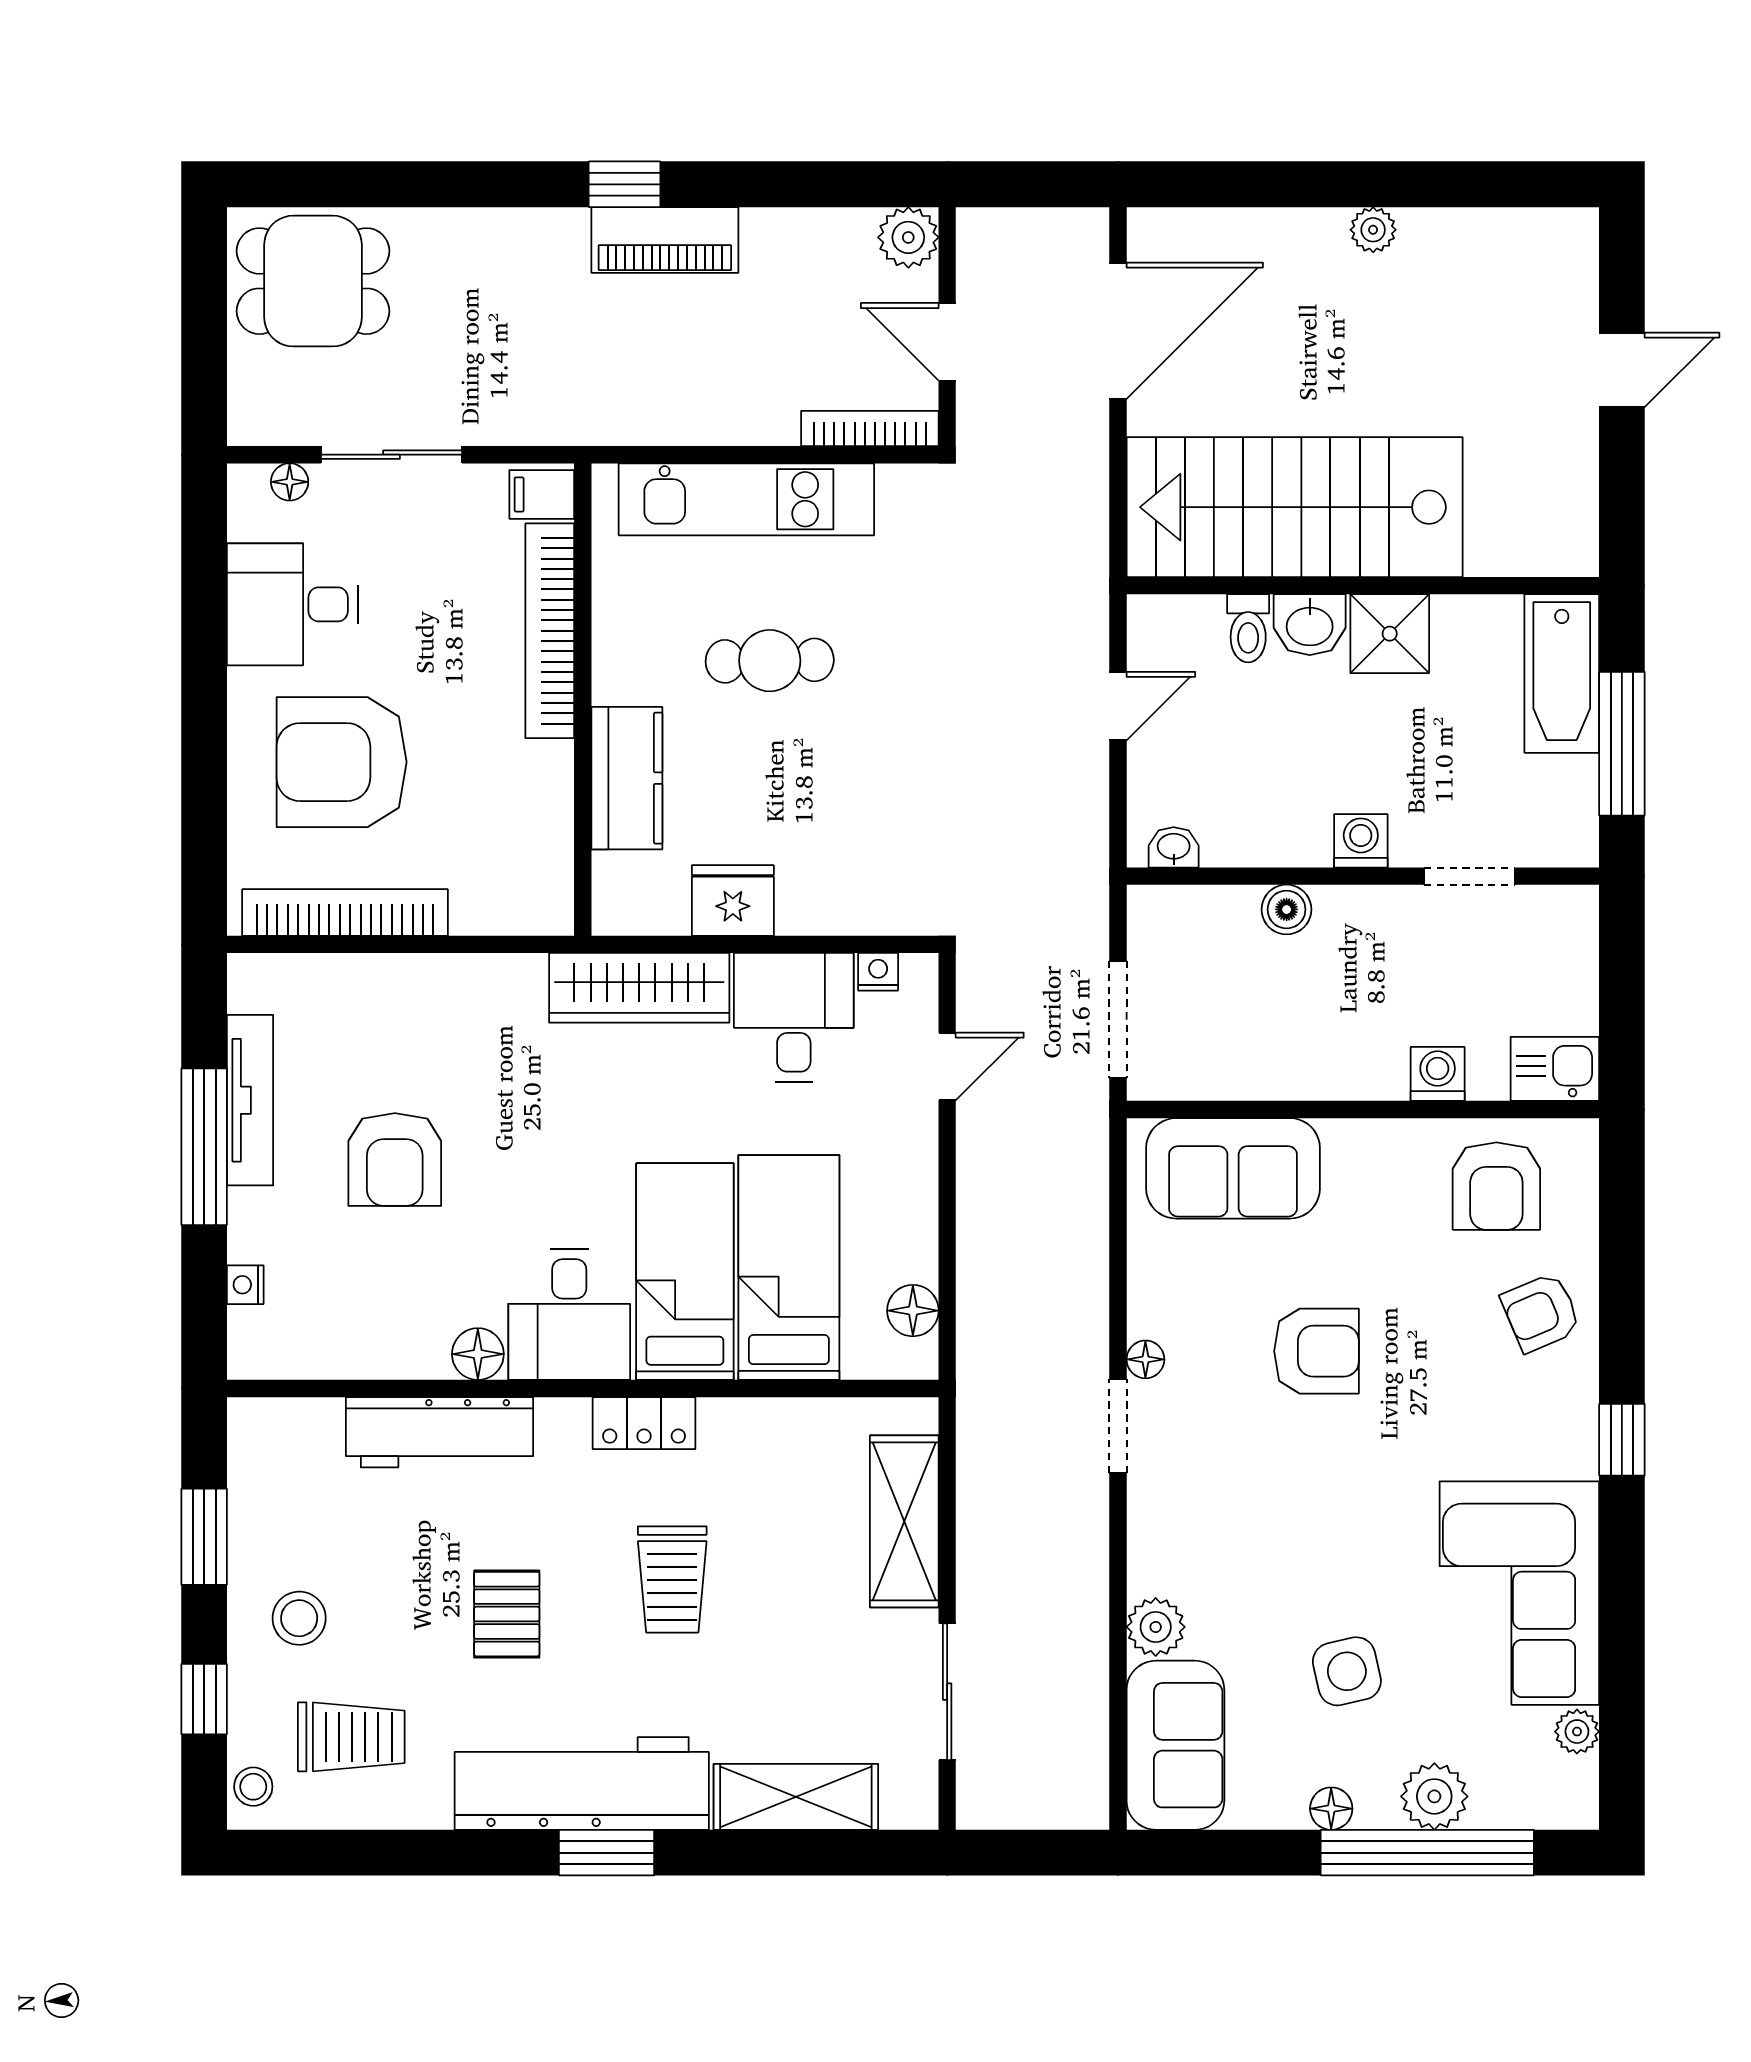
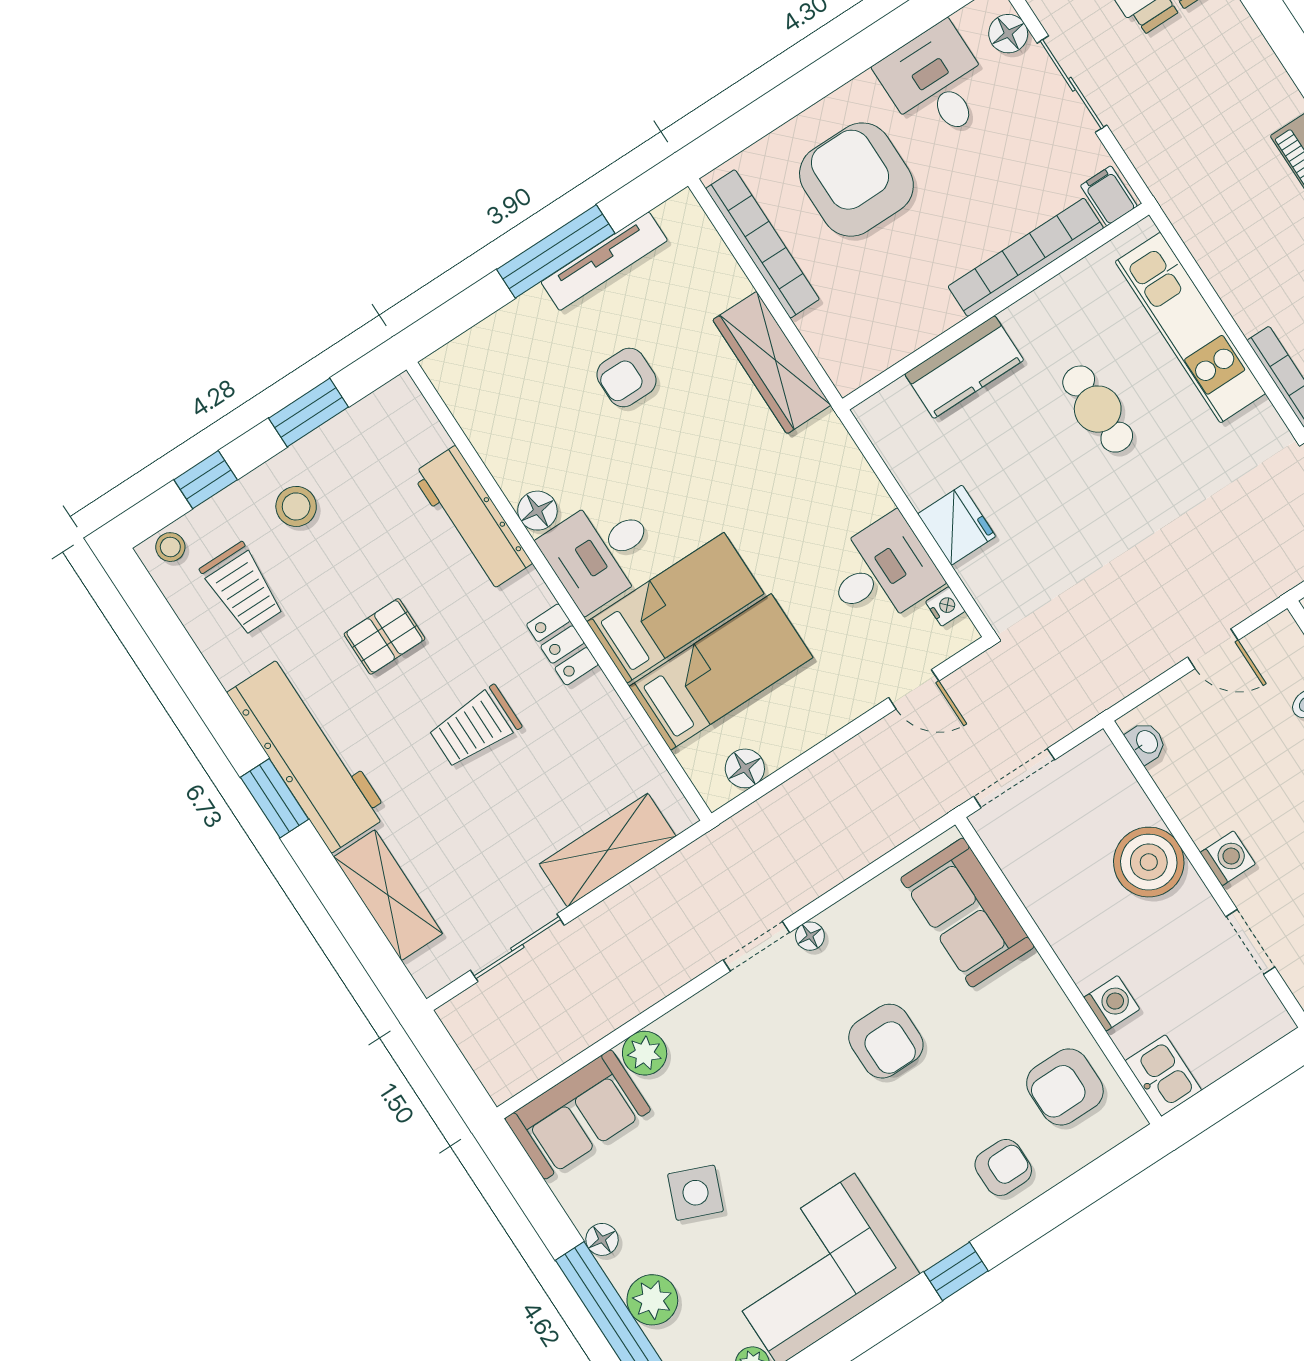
floor lamp: (290, 482) -> (1008, 34), width x1.37, depth x1.37
fridge: (733, 901) -> (957, 525), moved
boiler: (1287, 909) -> (1149, 862), width x1.86, depth x1.86
wardrobe: (639, 988) -> (772, 363), moved
armchair: (395, 1160) -> (626, 378), width x0.72, depth x0.72
nightstand: (245, 1285) -> (485, 334), removed
armchair: (1541, 1313) -> (1003, 1167), turned 113
side table: (1347, 1671) -> (695, 1193), turned 35

